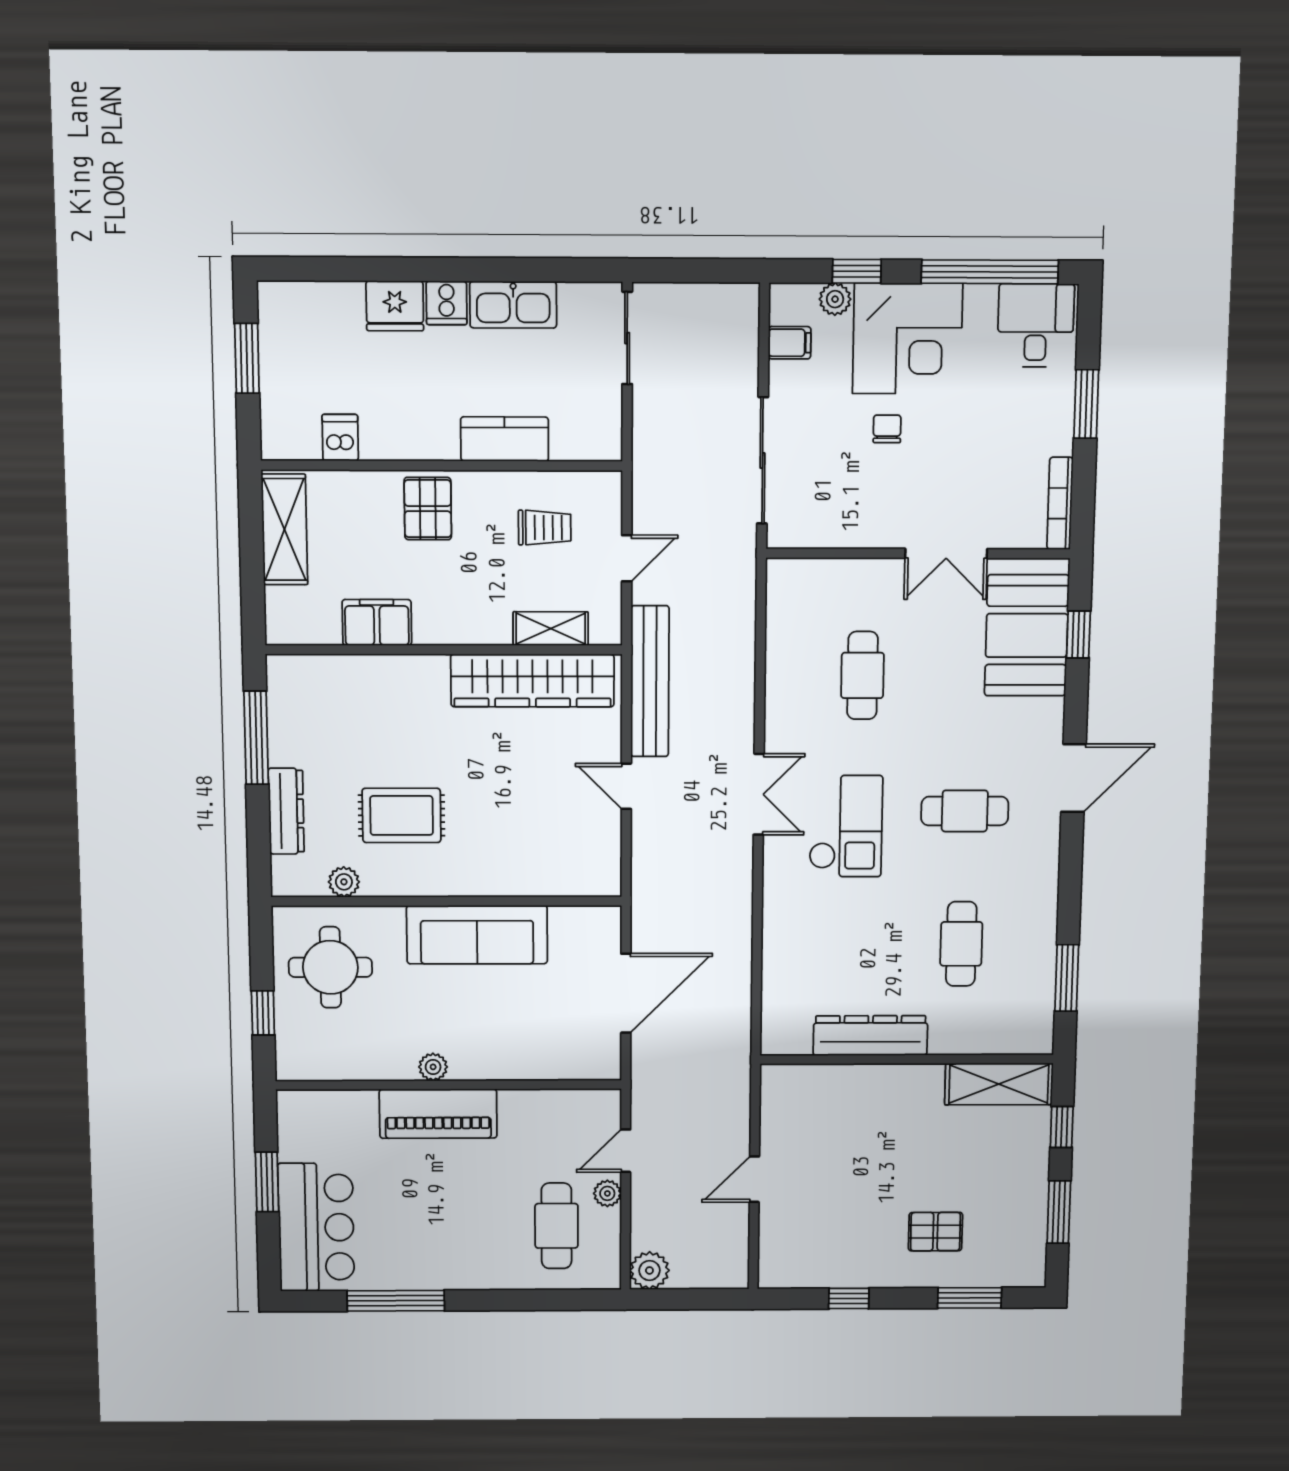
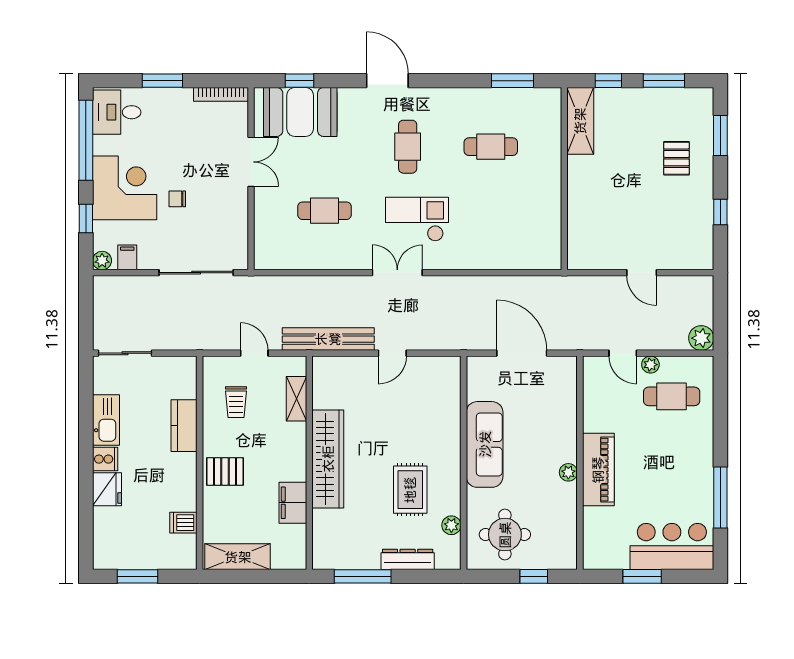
plant: (835, 299) -> (102, 261), moved
trolley: (545, 528) -> (236, 402), turned 180
wardrobe: (532, 681) -> (328, 459), moved
dresser: (870, 1035) -> (549, 202), removed

